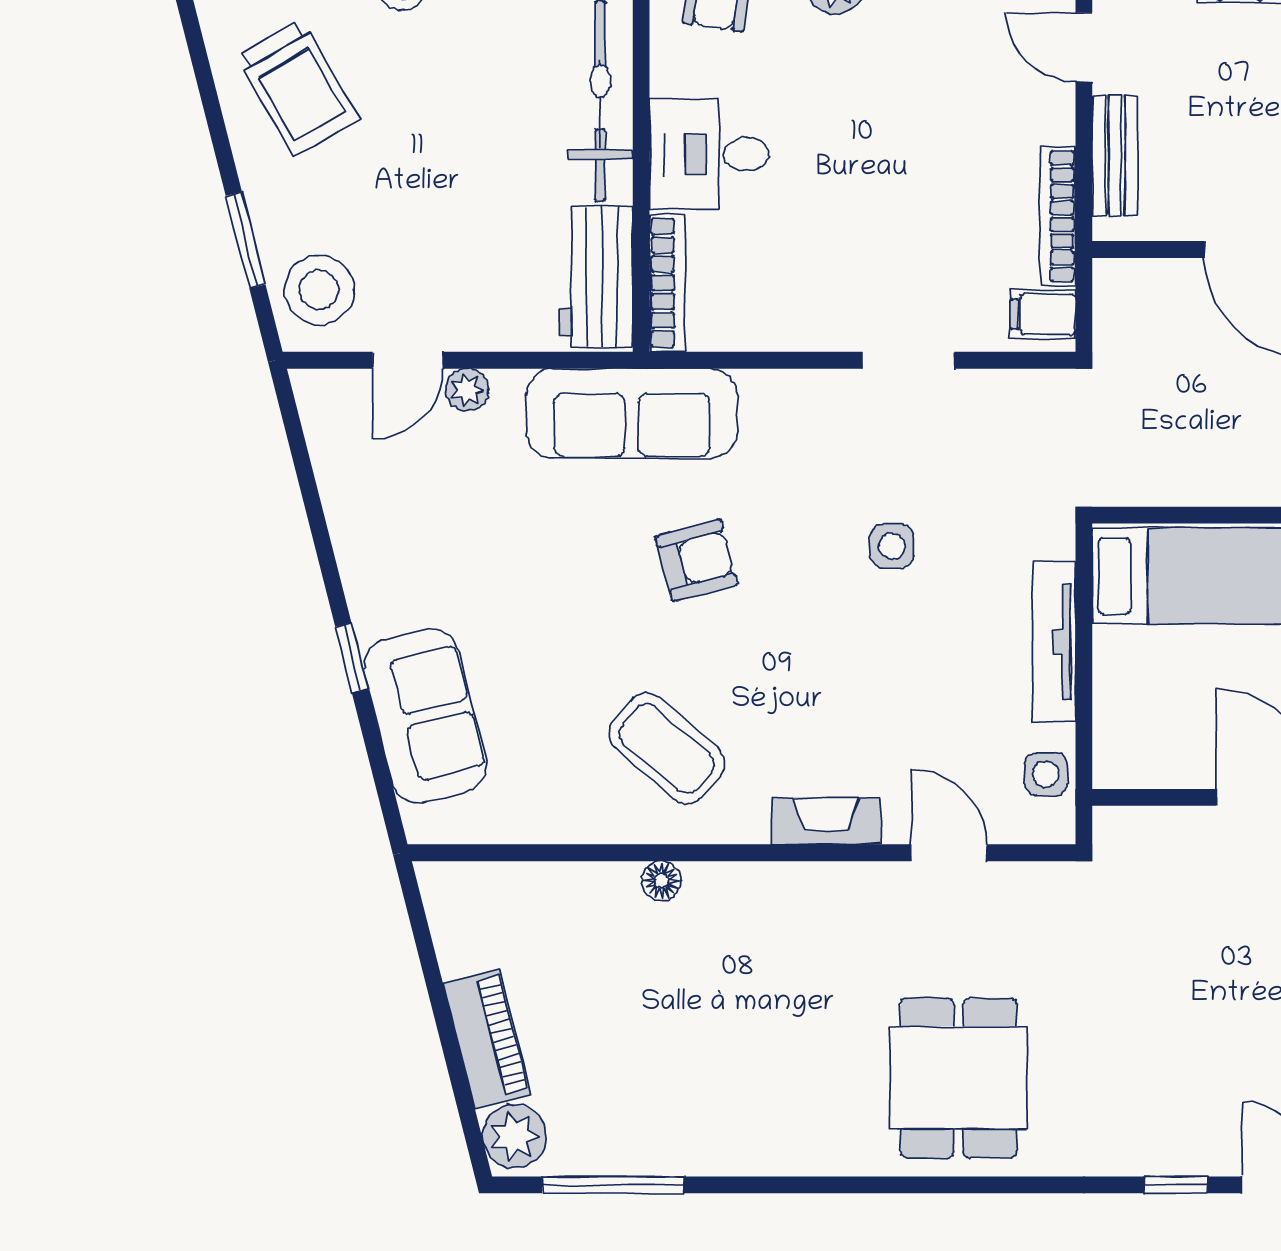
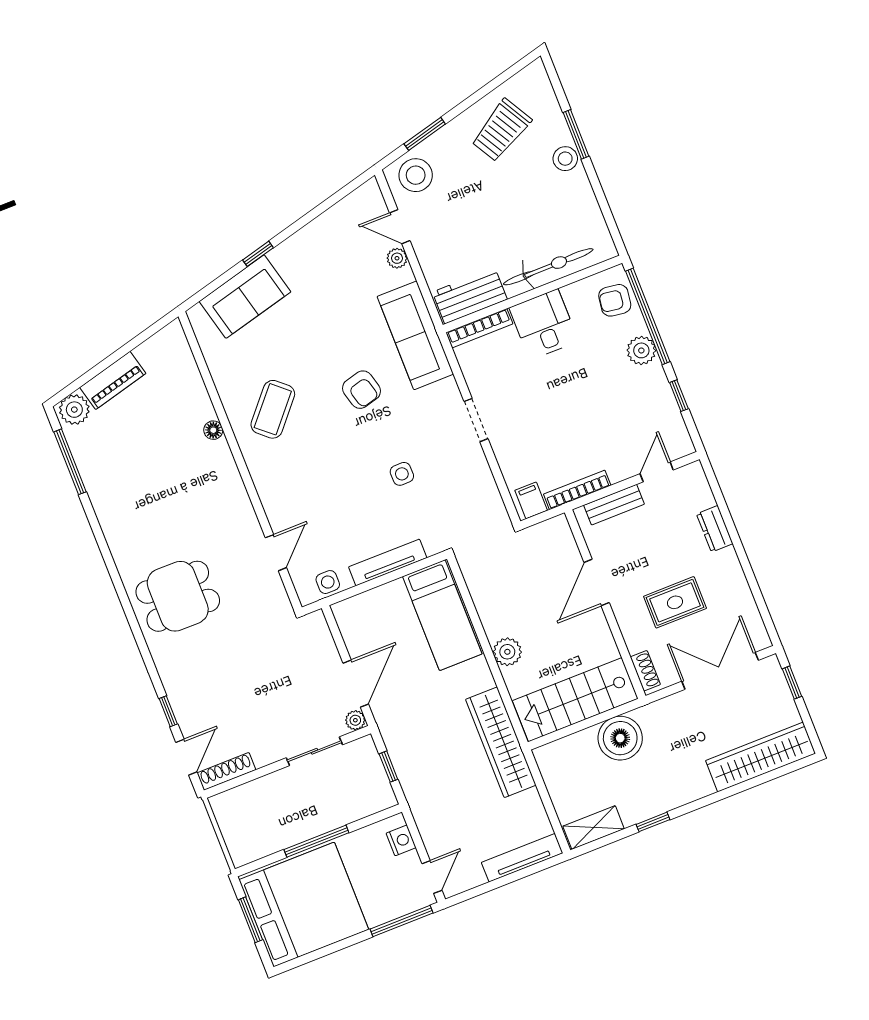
doorway: (909, 360) -> (476, 420), moved
fireplace: (826, 821) -> (268, 493), removed

